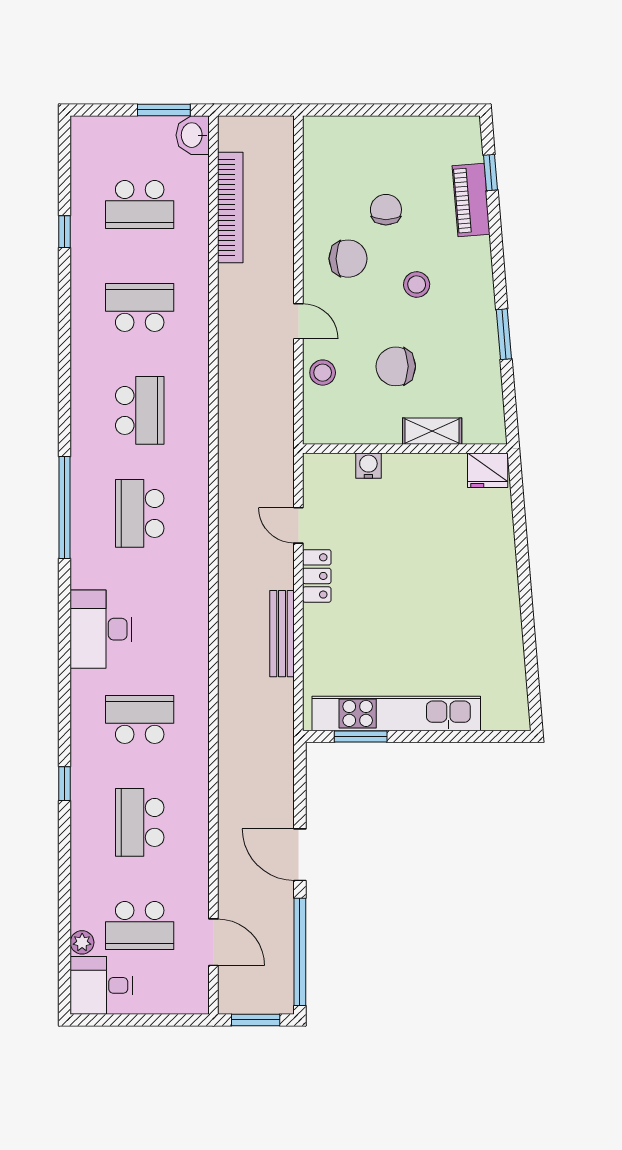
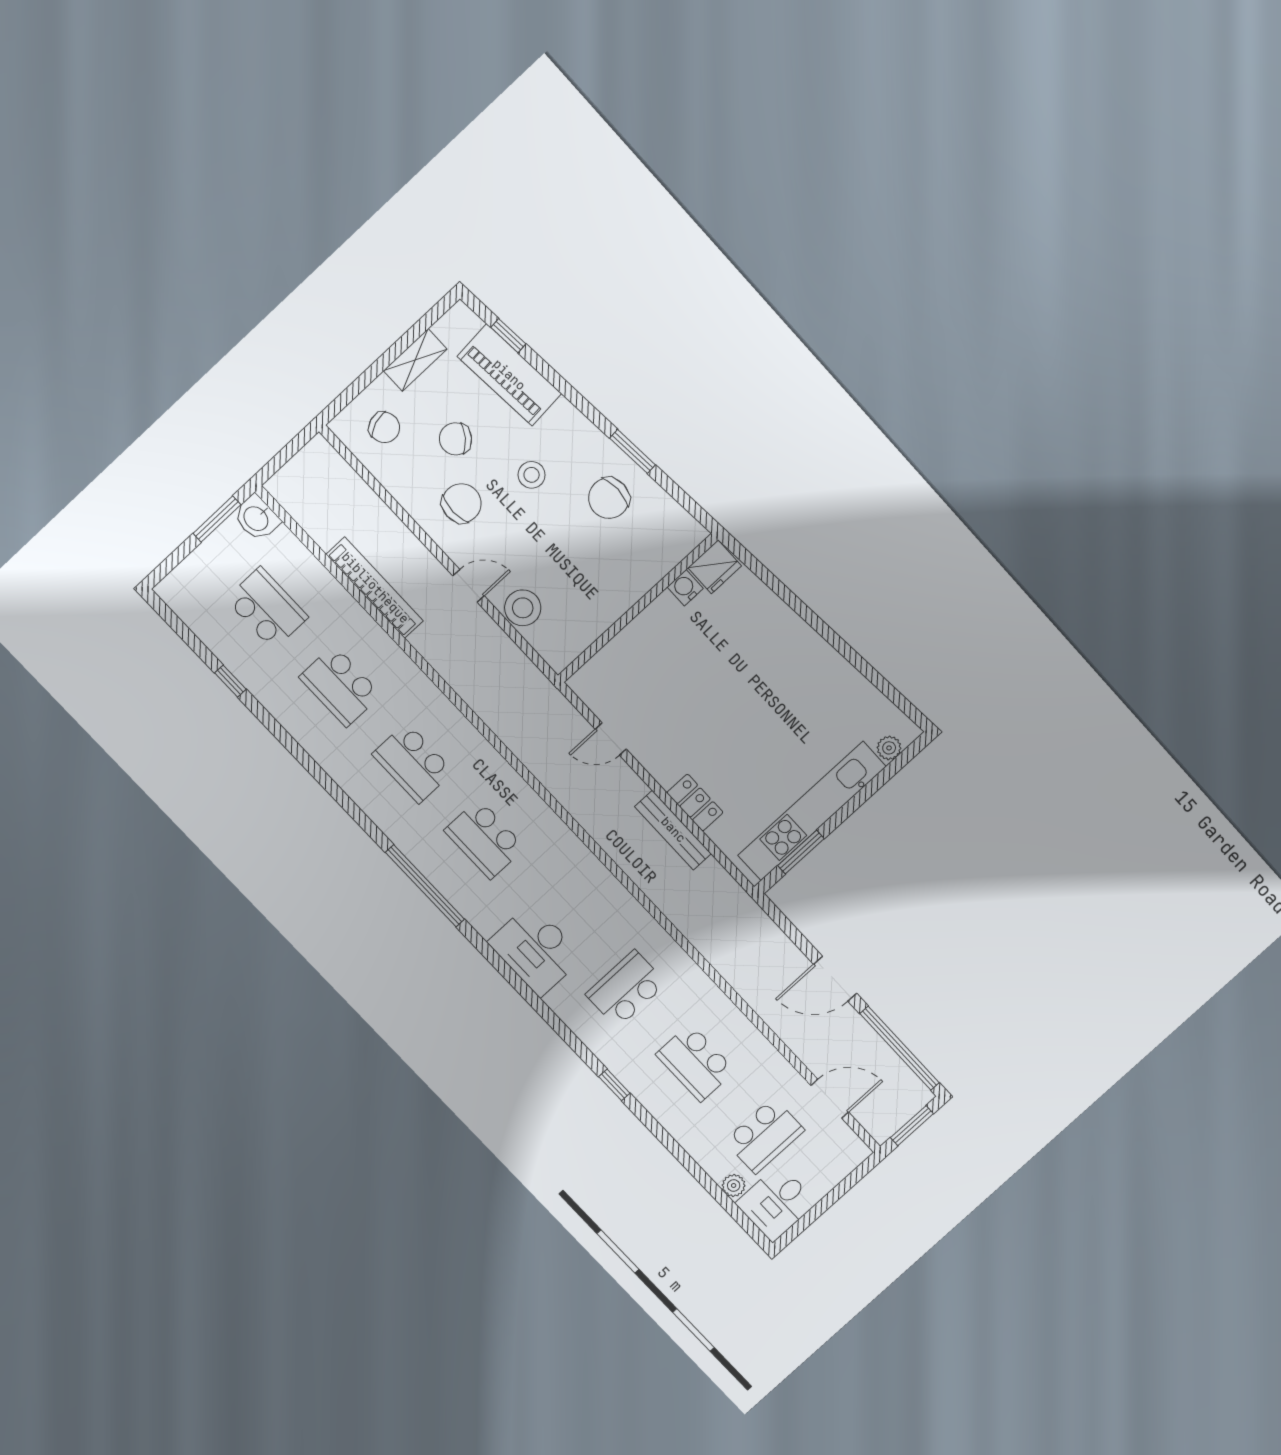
chair: (343, 155) -> (384, 427), added
piano: (471, 200) -> (509, 375), width x1.37, depth x1.33
school desk: (140, 204) -> (267, 608), turned -90
bookcase: (230, 207) -> (375, 588), moved
chair: (386, 210) -> (456, 439), turned -51
school desk: (140, 307) -> (340, 686), turned -90
chair: (396, 366) -> (609, 498), moved
stool: (323, 373) -> (523, 608), width x1.38, depth x1.38
school desk: (140, 410) -> (413, 763), turned 180
shelving: (432, 431) -> (415, 360), moved
water cooler: (368, 466) -> (685, 588), moved
locker: (317, 576) -> (695, 803), moved
plant: (495, 719) -> (889, 748), added

